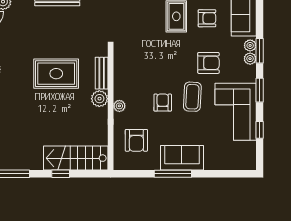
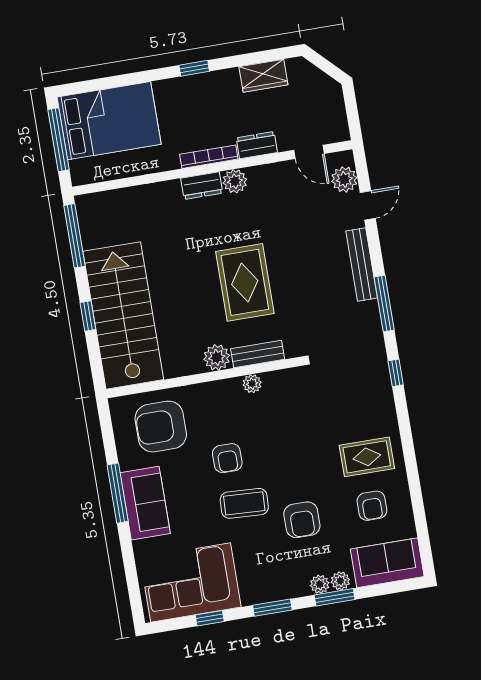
armchair: (163, 103) -> (227, 458), turned 90
plant: (119, 106) -> (252, 384), moved
corner sofa: (236, 112) -> (191, 582), moved
armchair: (136, 140) -> (161, 427), width x1.36, depth x1.36
stairs: (76, 158) -> (123, 315), width x1.36, depth x1.51

